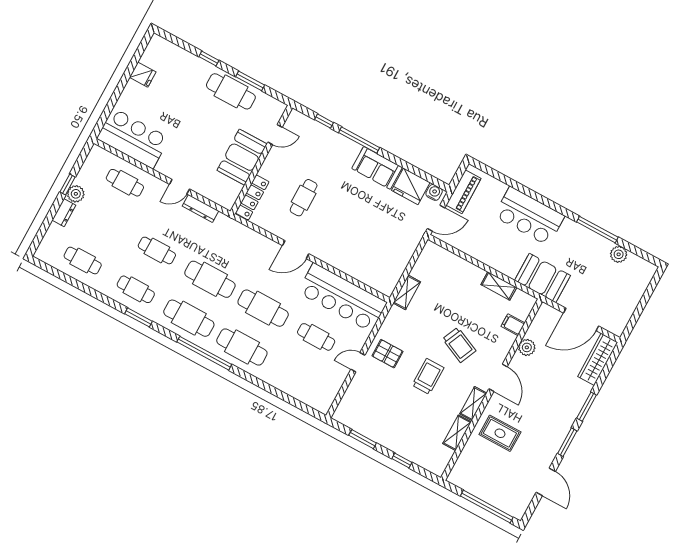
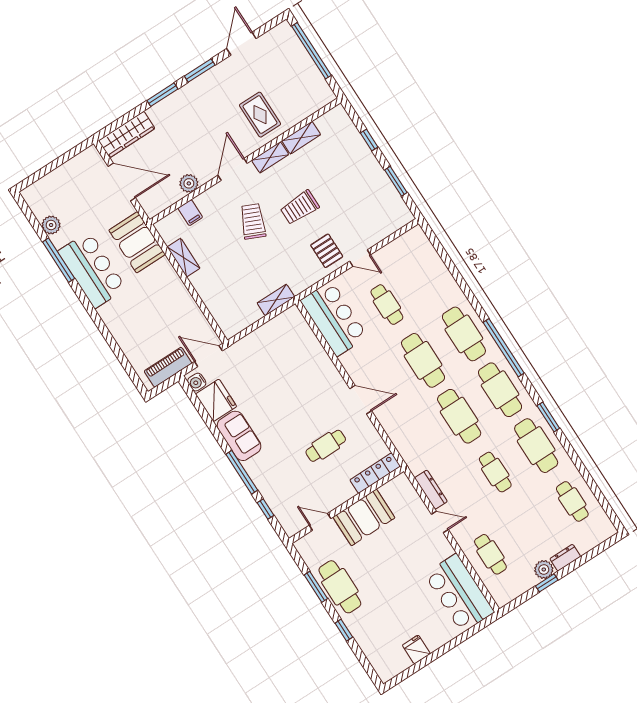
bar counter: (529, 216) -> (92, 270), moved
cafe table: (136, 289) -> (536, 446), width x1.37, depth x1.35
bar counter: (342, 297) -> (334, 319), width x0.73

